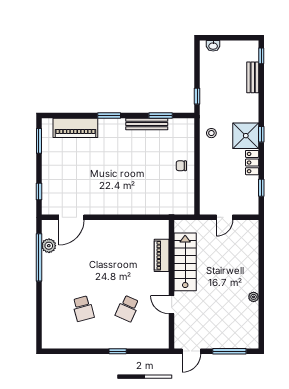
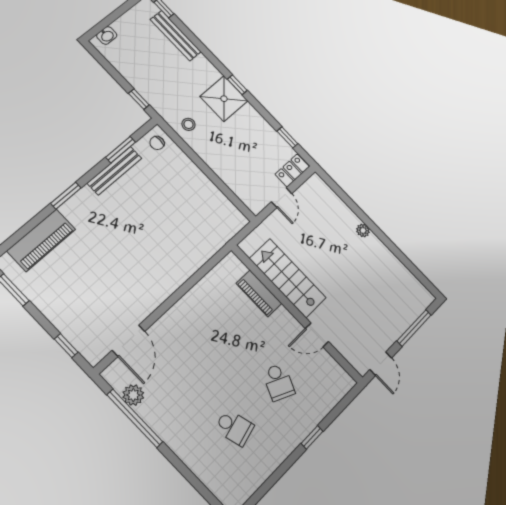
bench: (253, 77) -> (176, 36), width x1.36
locker: (252, 163) -> (292, 170), moved, turned 90
chair: (181, 166) -> (157, 143), moved
plant: (254, 297) -> (363, 230), moved

